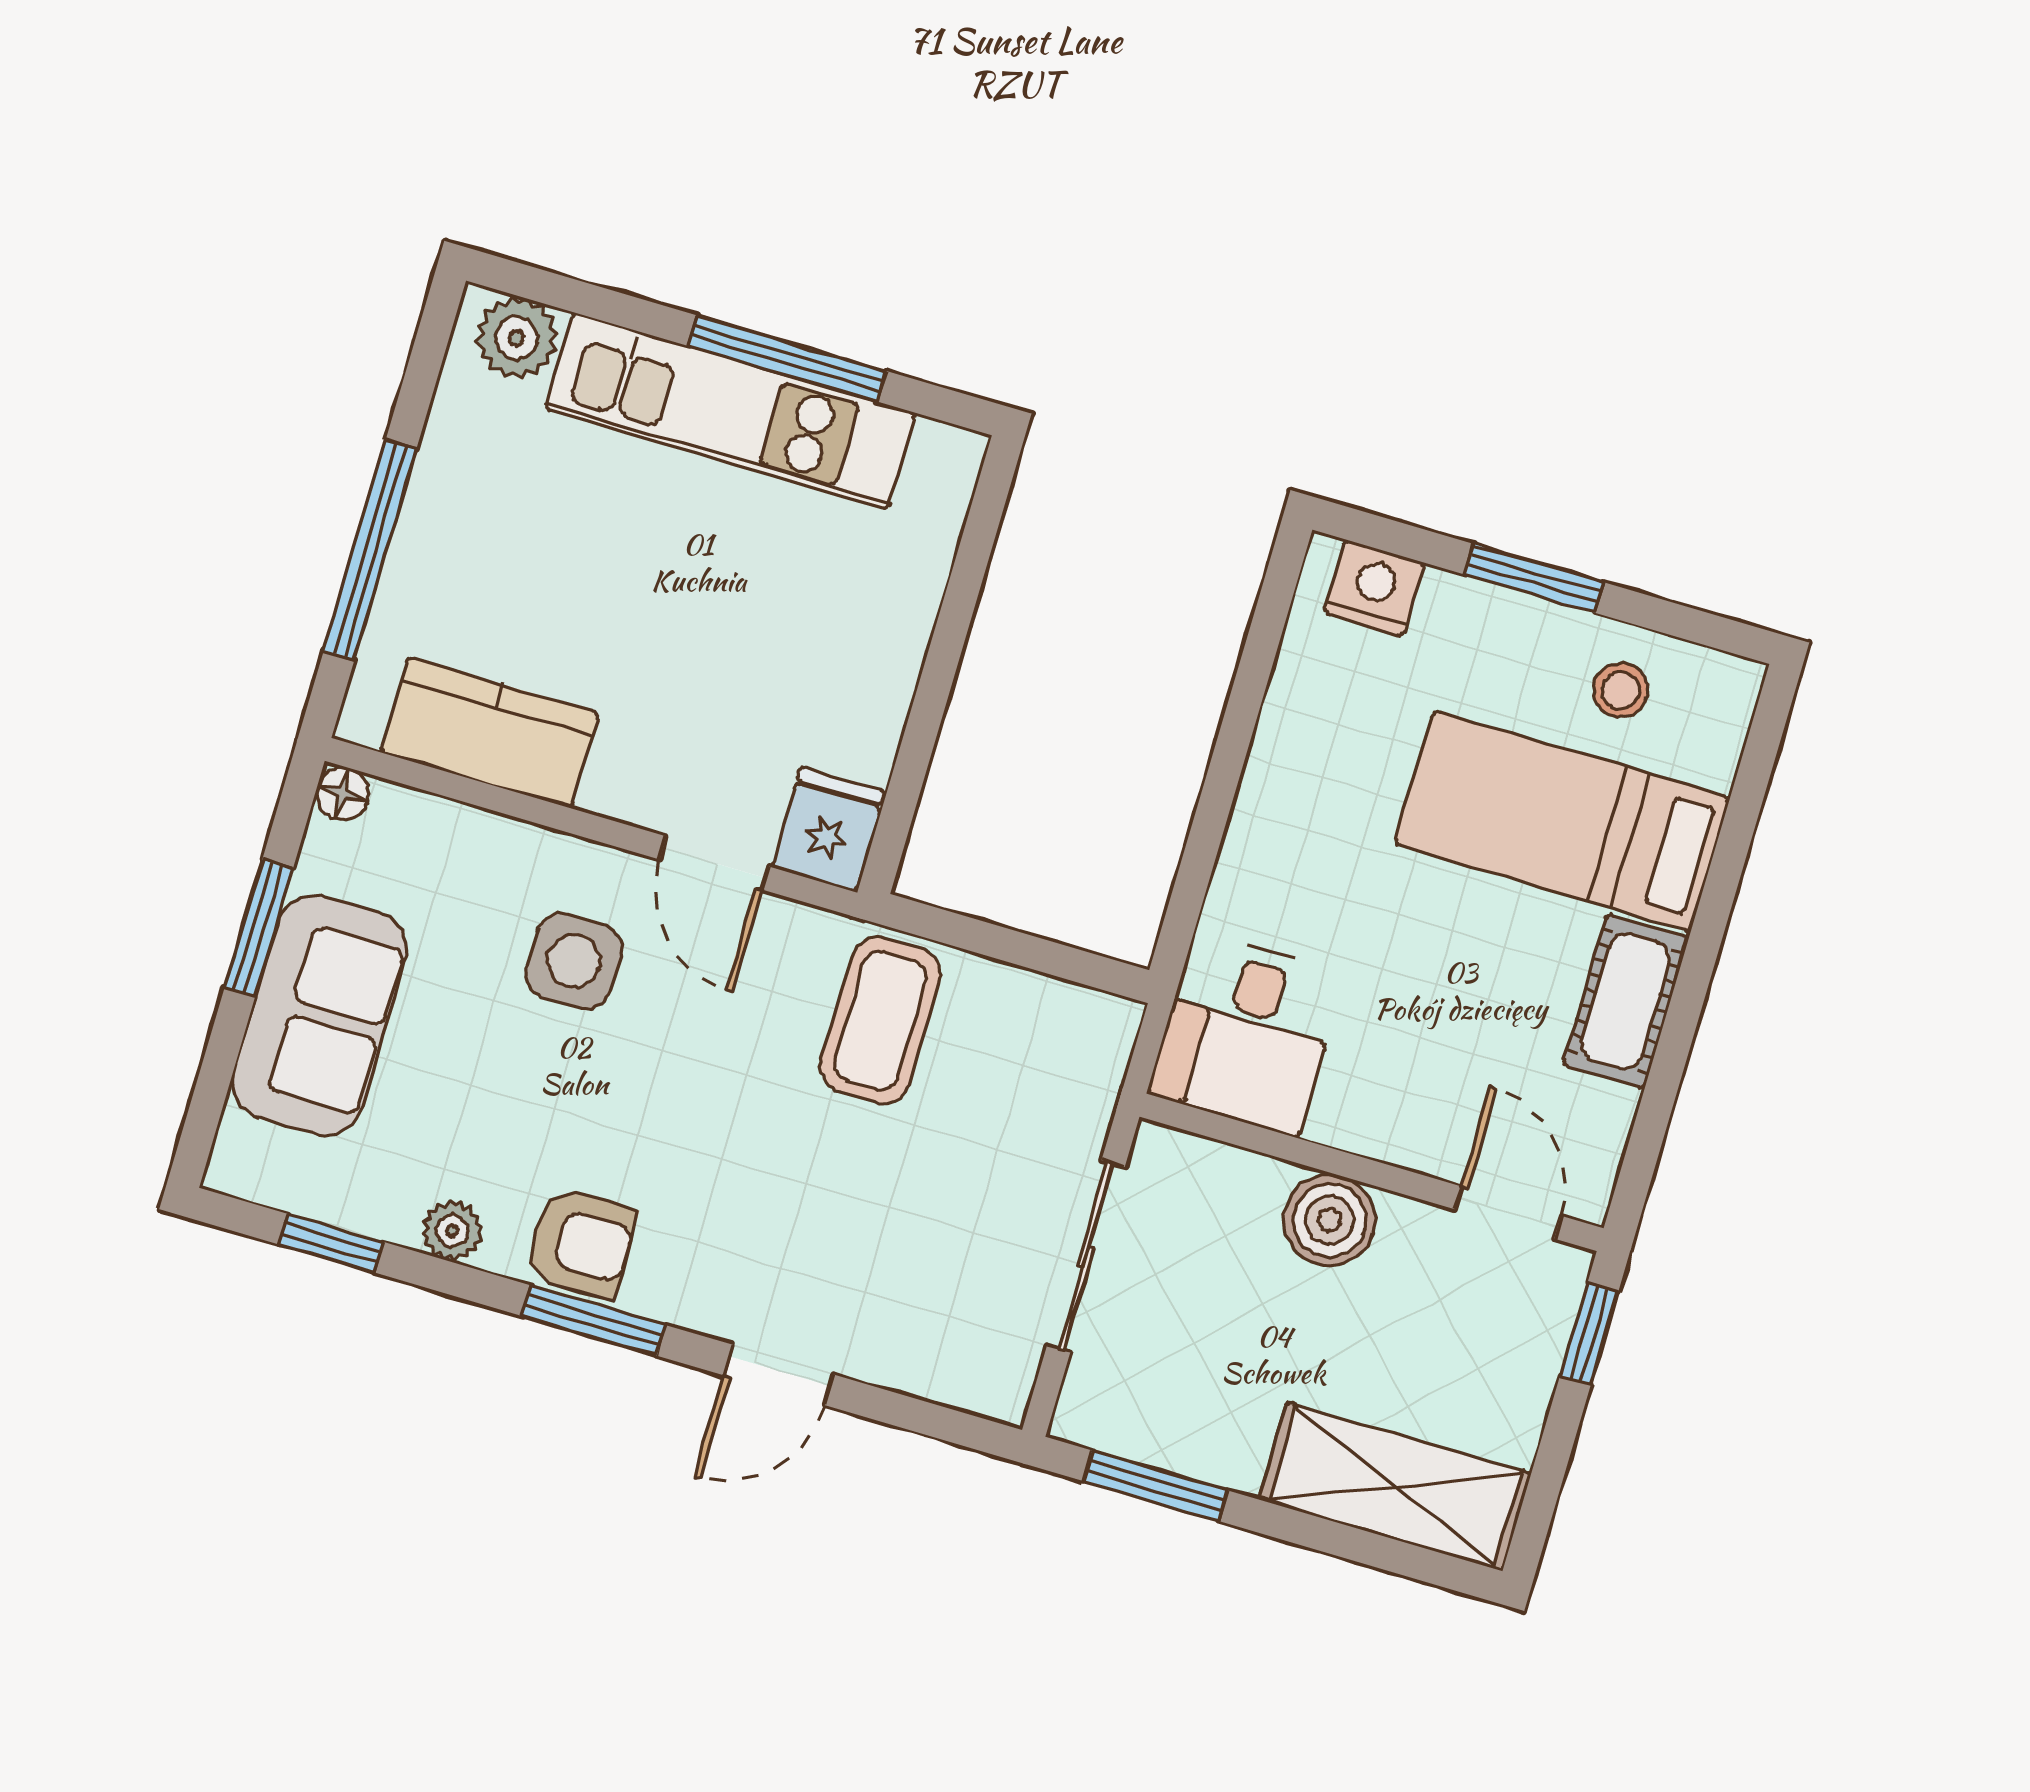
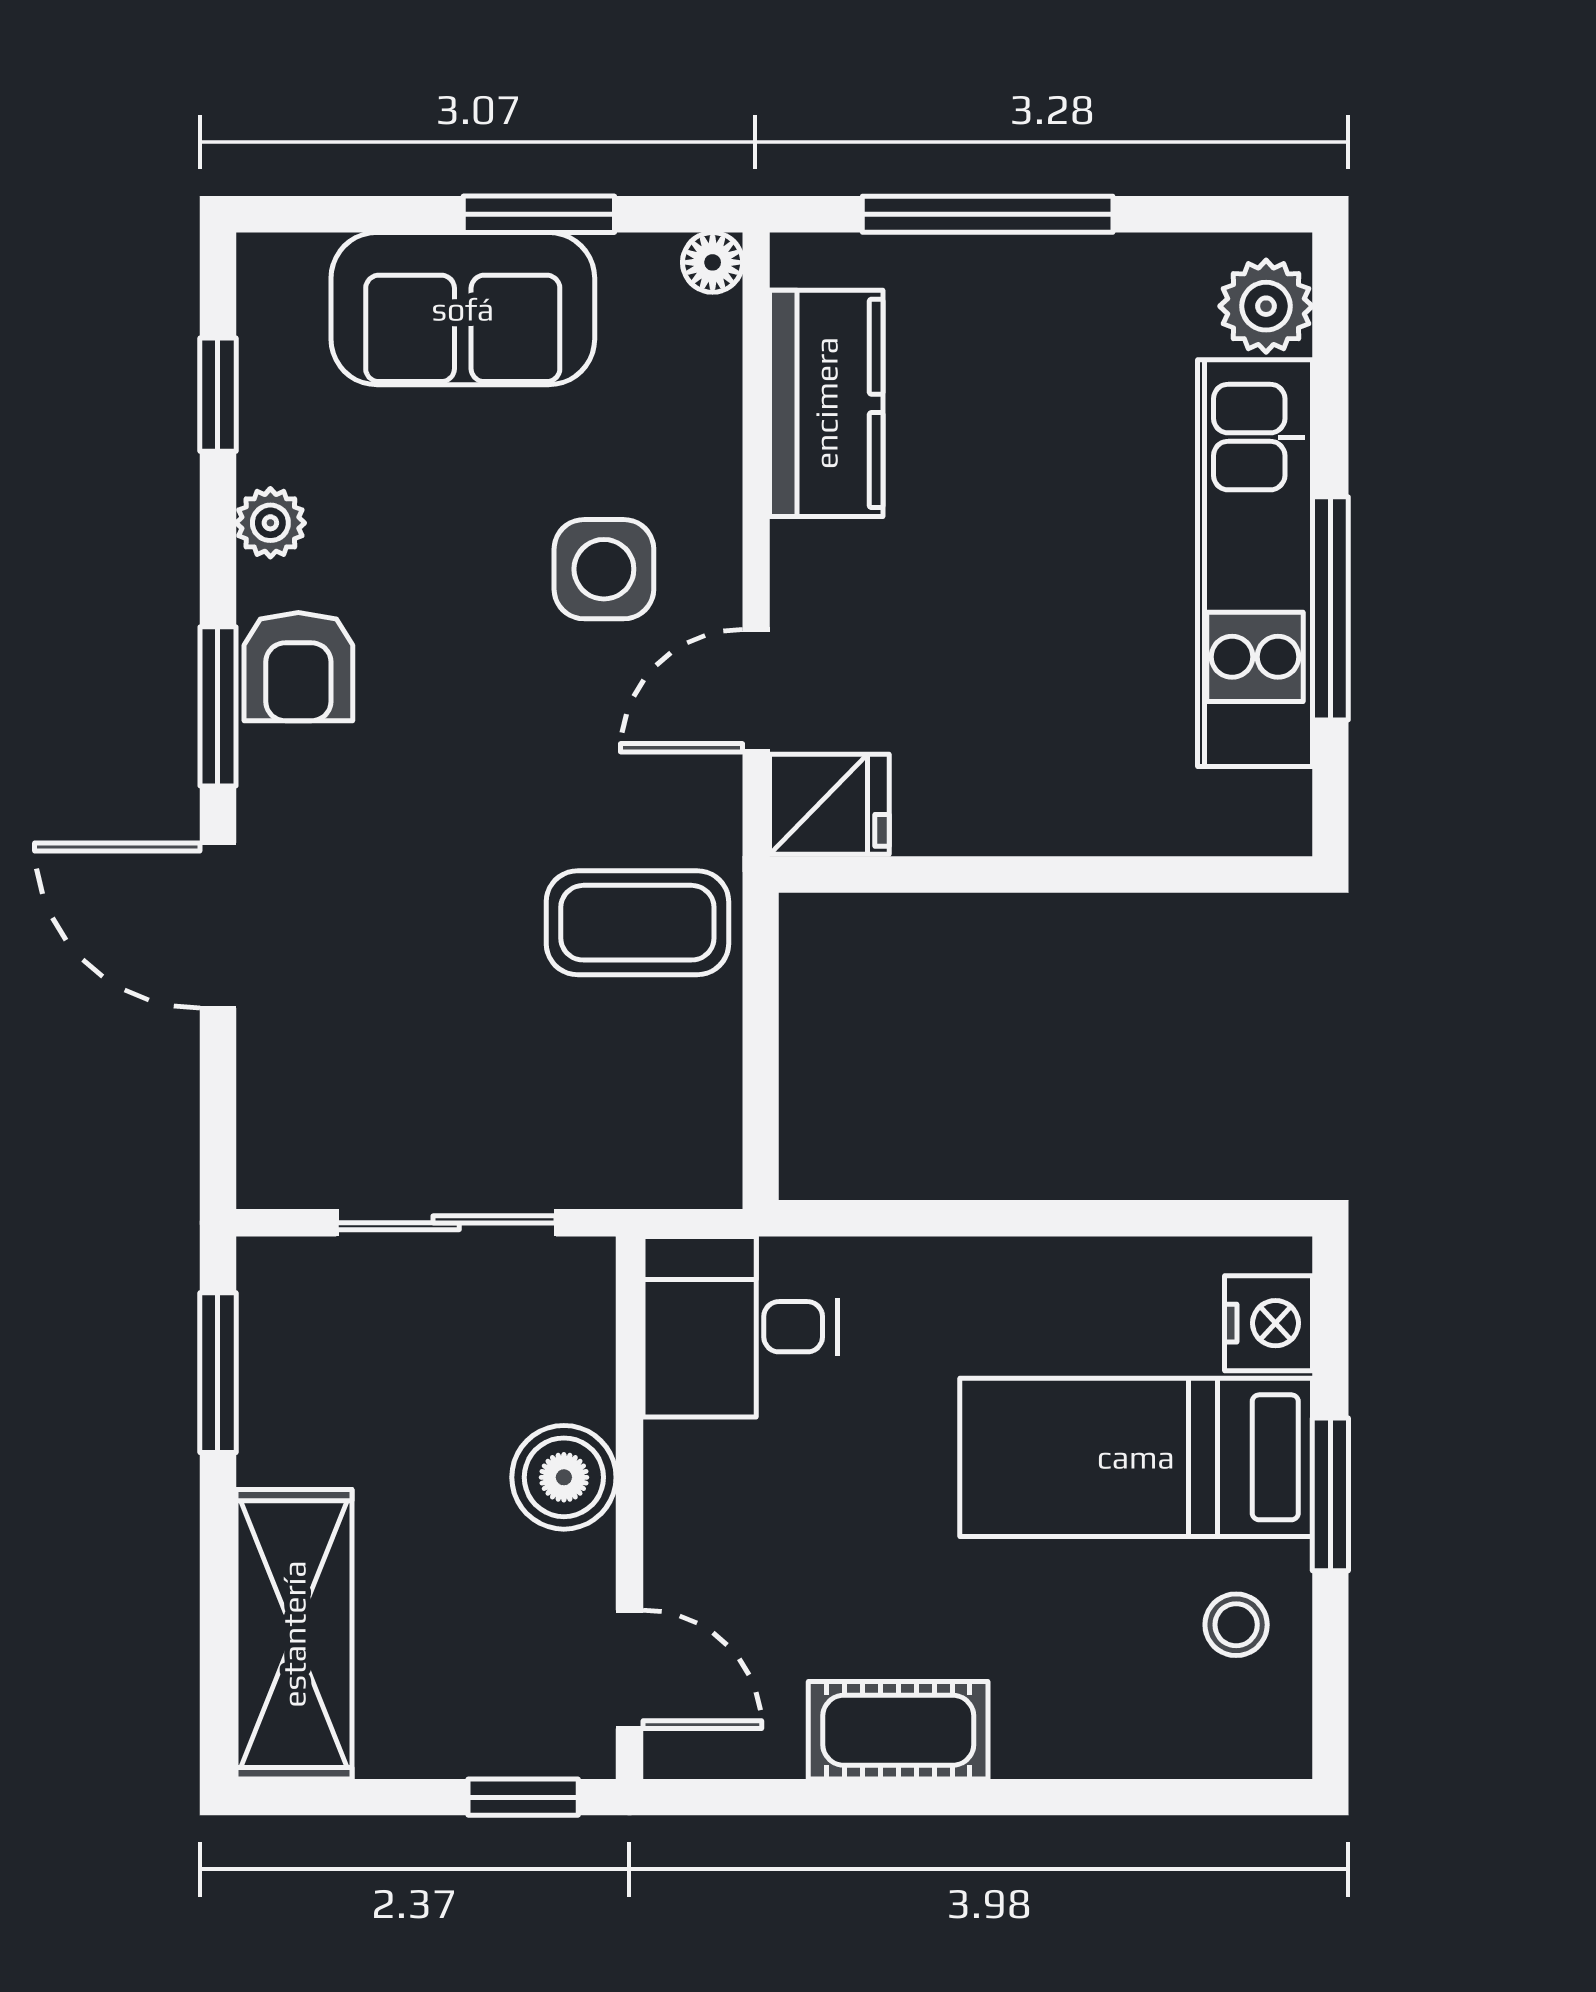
bed: (1562, 821) -> (1136, 1457), moved, turned -90
door: (1508, 1213) -> (629, 1669), hinge flipped
door: (779, 1375) -> (218, 926), width x1.38

